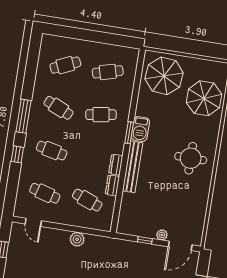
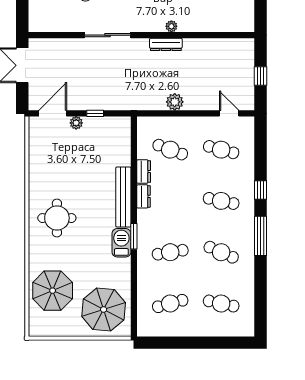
cafe table: (65, 65) -> (221, 304), turned 36

